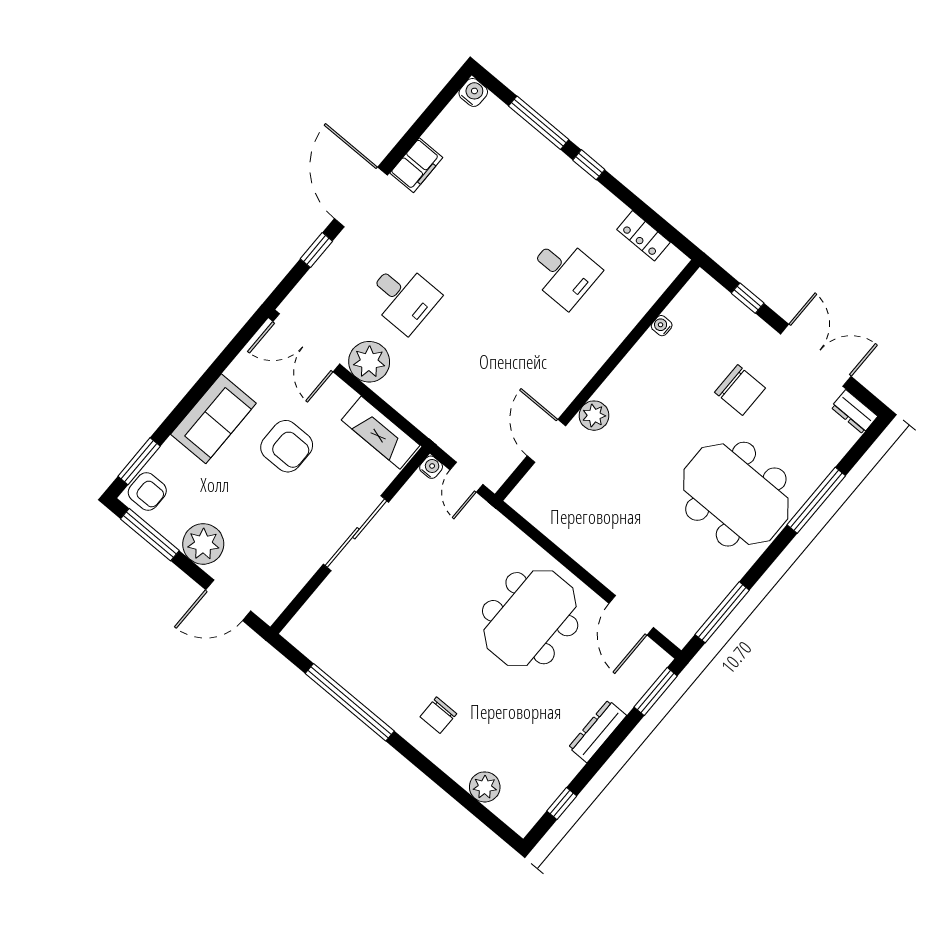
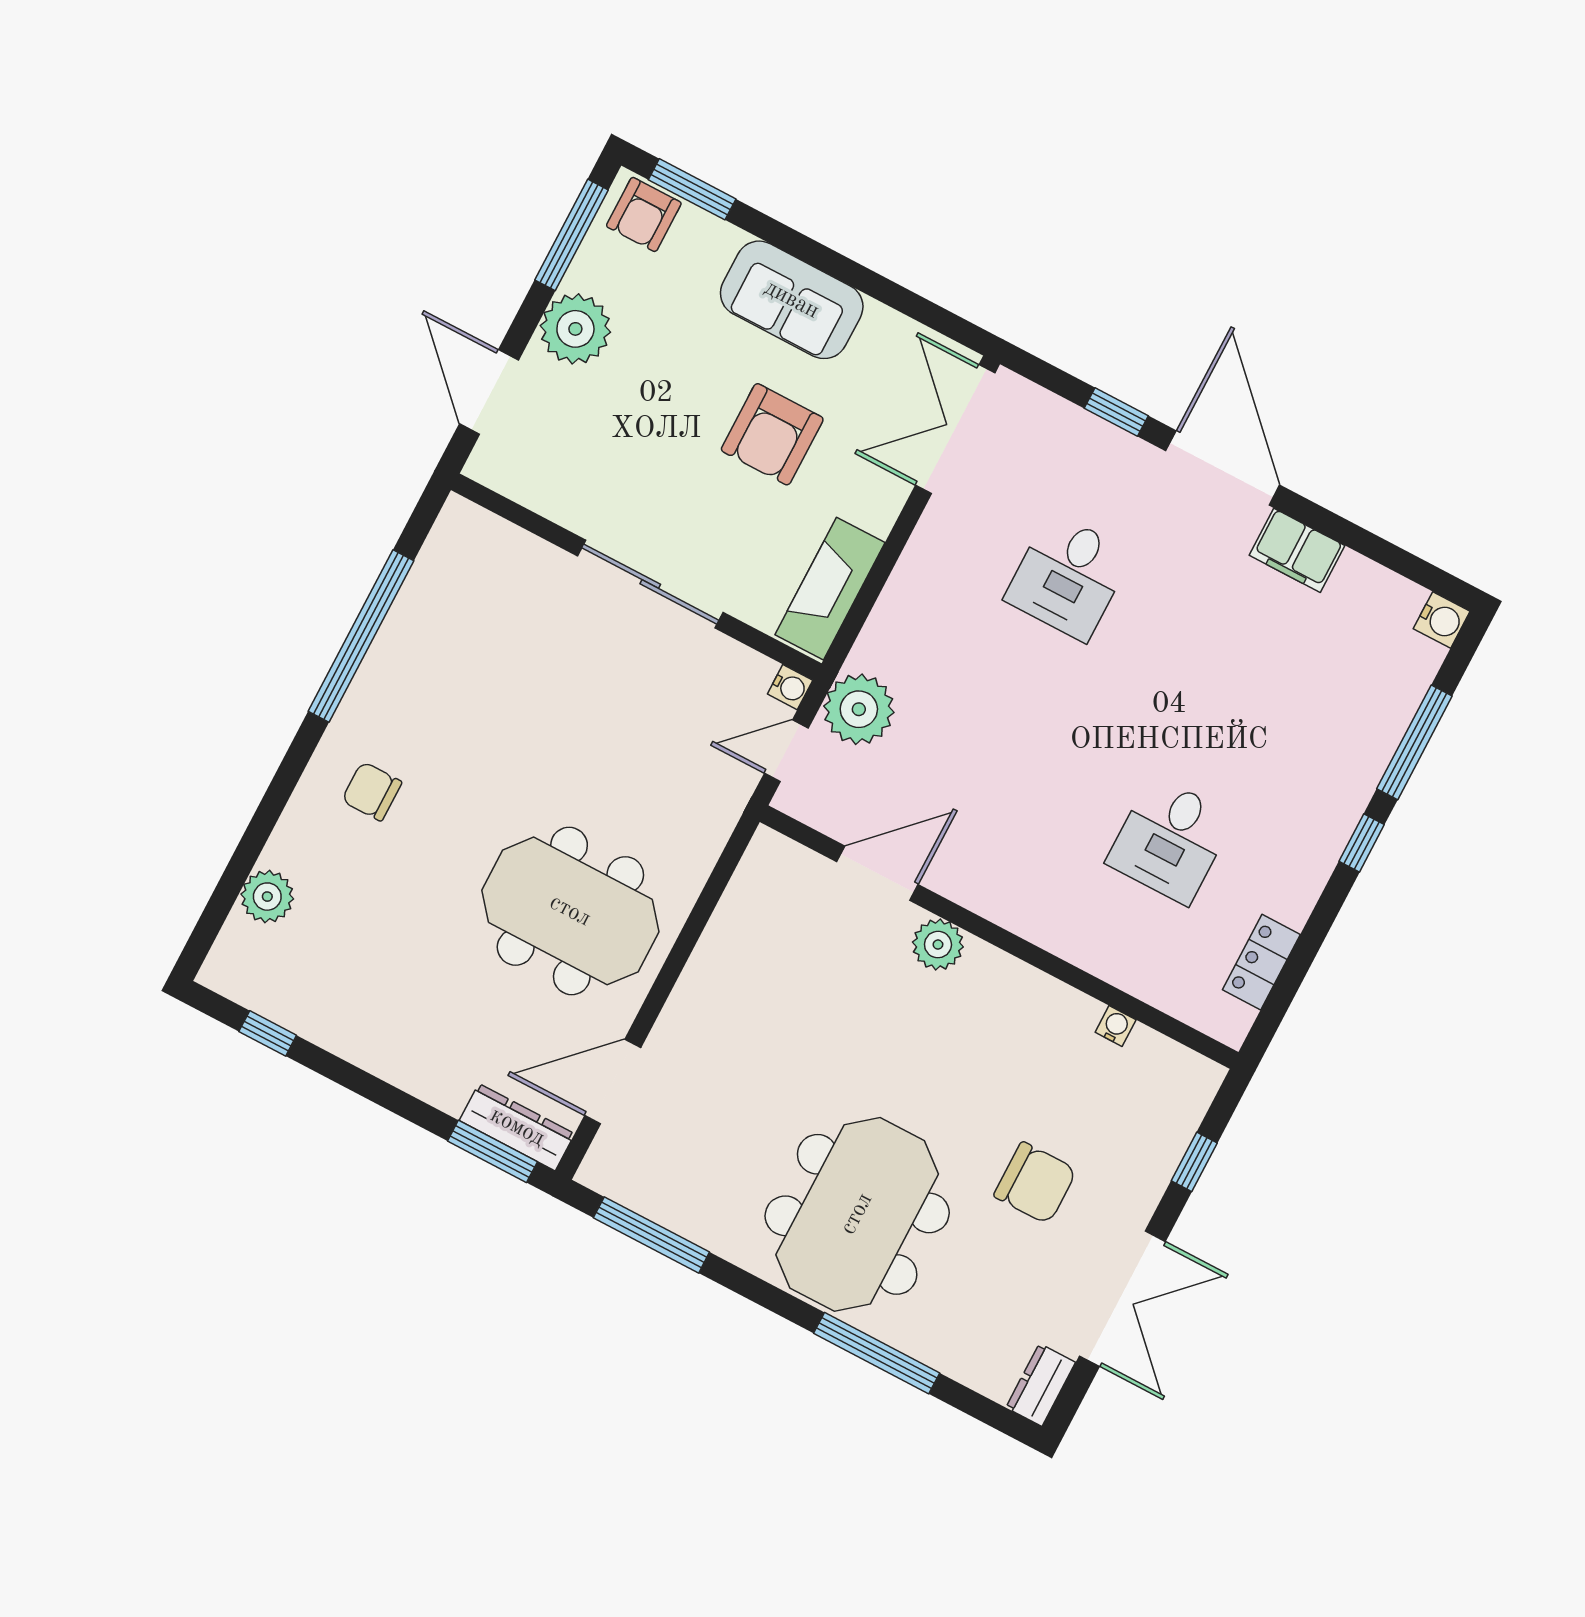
door: (361, 197) -> (1223, 468), hinge flipped
plant: (369, 362) -> (859, 709), moved
chair: (740, 390) -> (1035, 1183), turned -90
dresser: (598, 731) -> (517, 1127), moved

